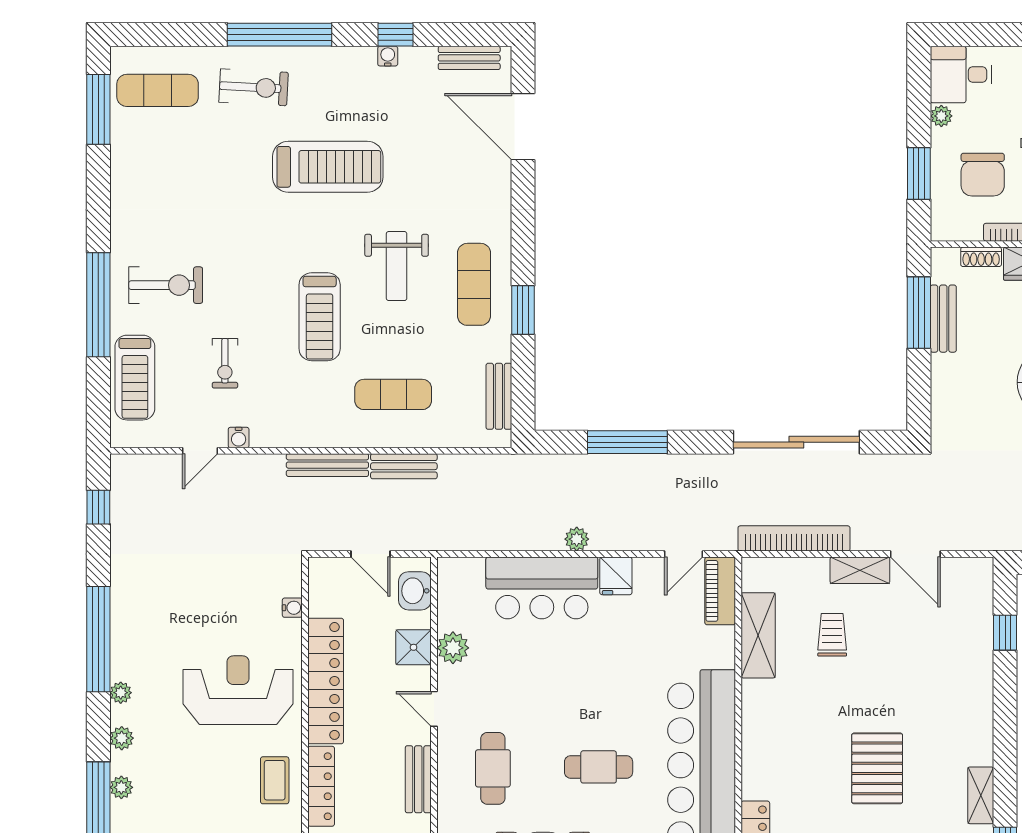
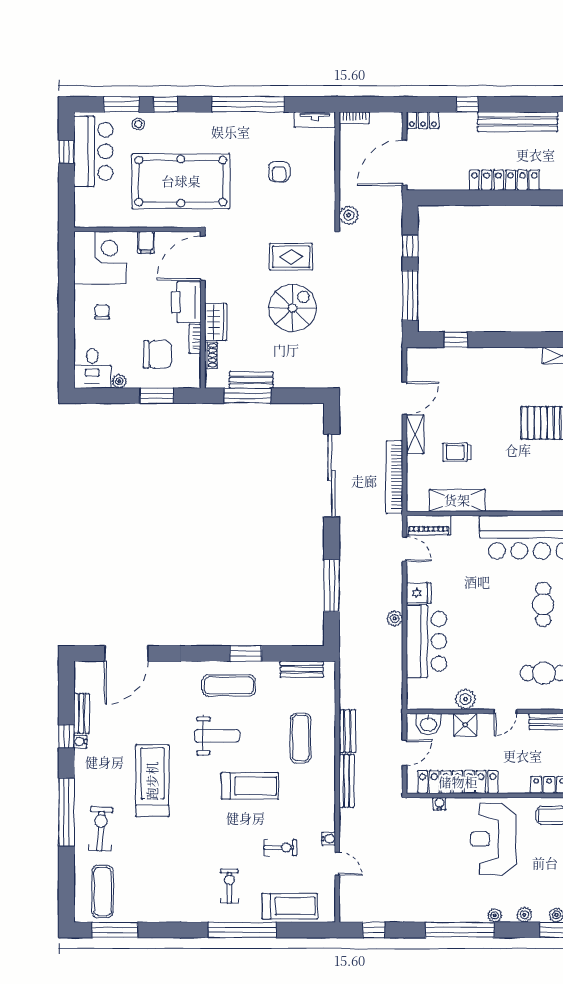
bench: (469, 58) -> (81, 714), moved
exercise bike: (166, 285) -> (229, 886), width x0.73, depth x0.72
locker: (326, 681) -> (458, 782), moved

